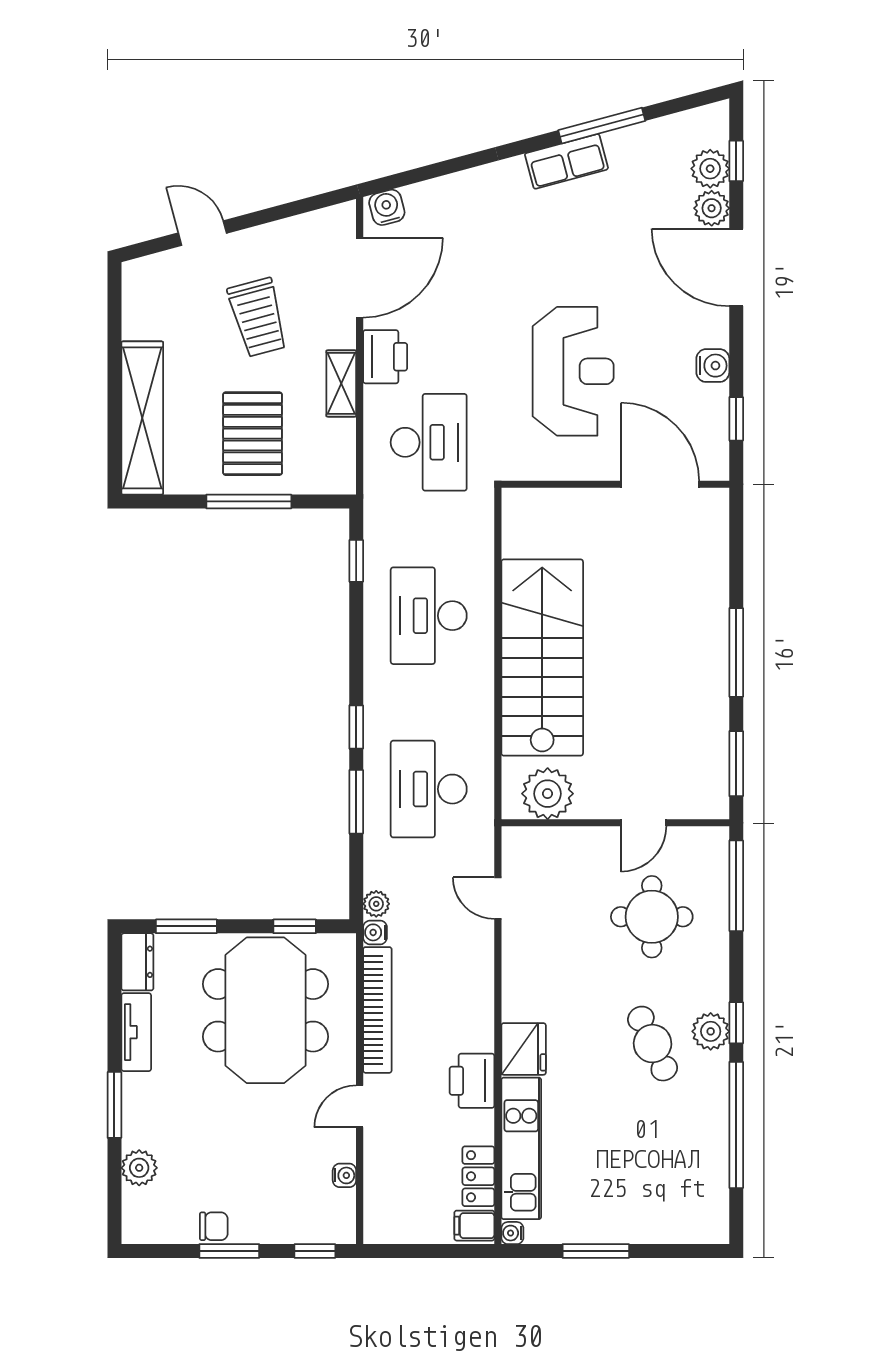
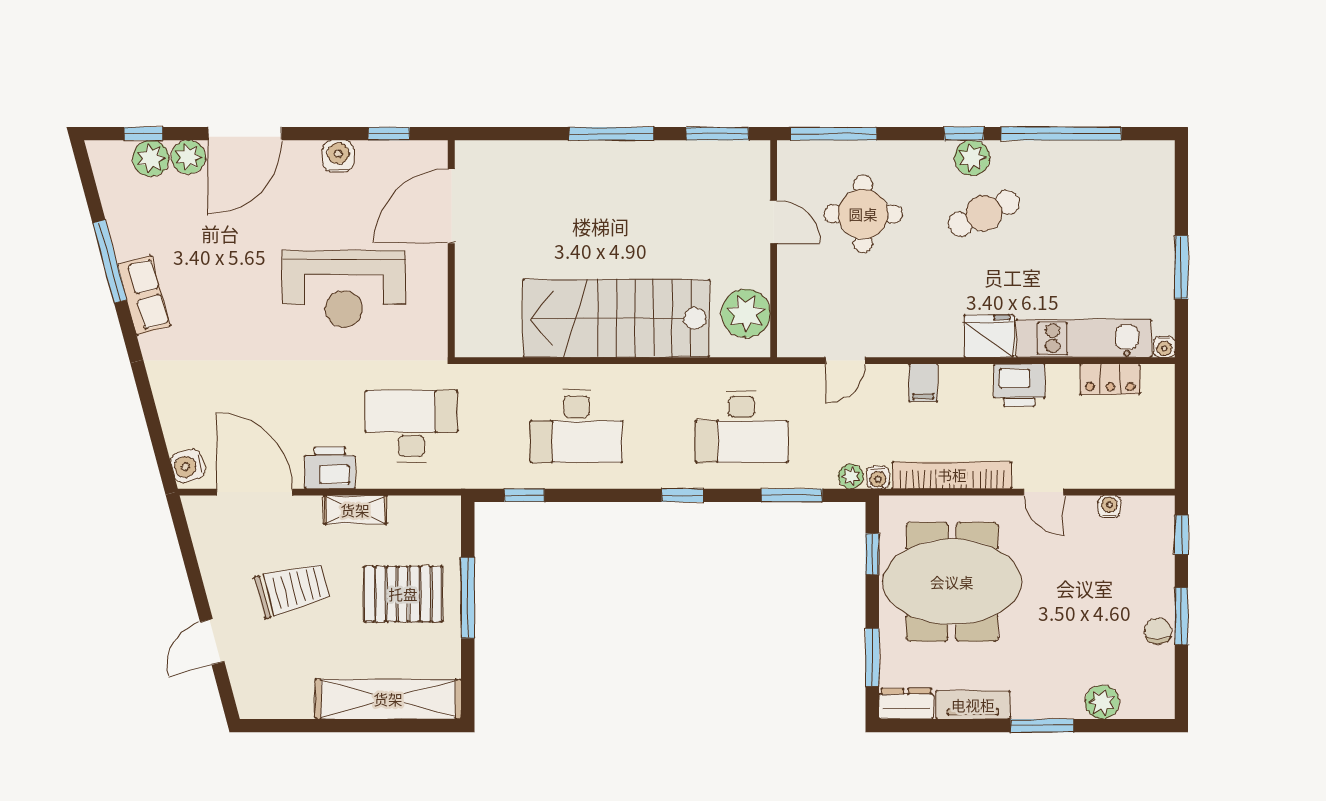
reception desk: (573, 371) -> (344, 289), turned 180
window: (356, 802) -> (792, 495), moved
filing cabinet: (474, 1226) -> (923, 383), moved

